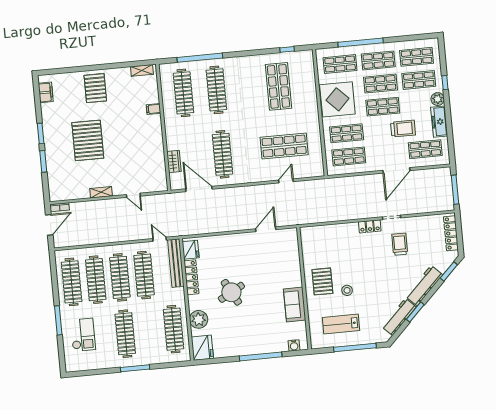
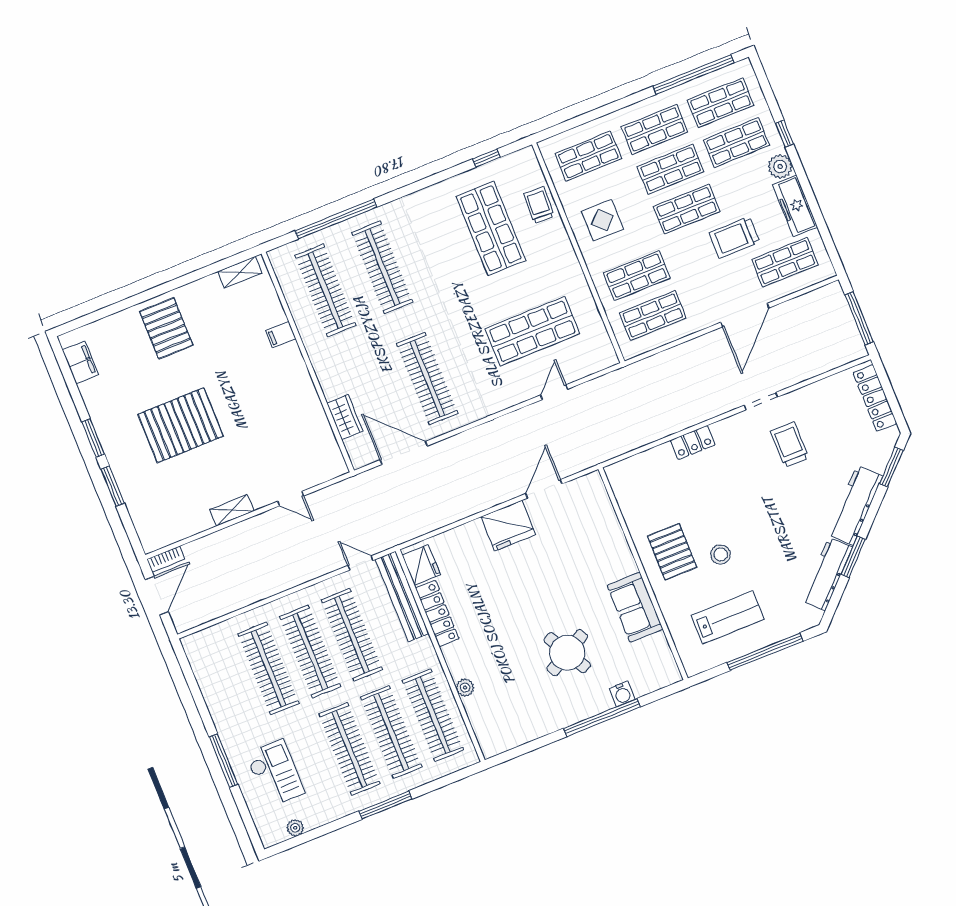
window: (361, 42) -> (693, 75), moved
trolley: (307, 82) -> (539, 205), added
display table: (337, 99) -> (602, 220), width x0.54, depth x0.54
trolley: (403, 129) -> (734, 237), turned 180
pallet: (88, 140) -> (181, 425), turned 90
locker: (370, 226) -> (693, 443), moved
clothes rail: (72, 282) -> (391, 732), moved
round table: (231, 292) -> (567, 653), moved
plant: (199, 319) -> (465, 688), width x0.53, depth x0.53
lab bench: (341, 324) -> (728, 617), turned 180
water cooler: (294, 345) -> (622, 694), moved
fridge: (202, 348) -> (508, 526), moved, turned 90
plant: (85, 366) -> (295, 828), added

